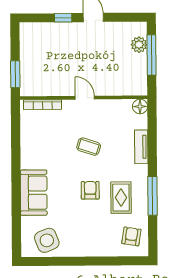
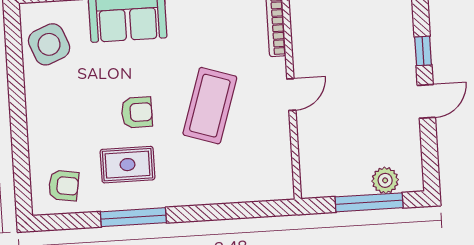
floor lamp: (140, 106) -> (282, 188), removed
coffee table: (89, 147) -> (210, 106), width x1.86, depth x1.72
tv unit: (141, 147) -> (214, 194), removed

